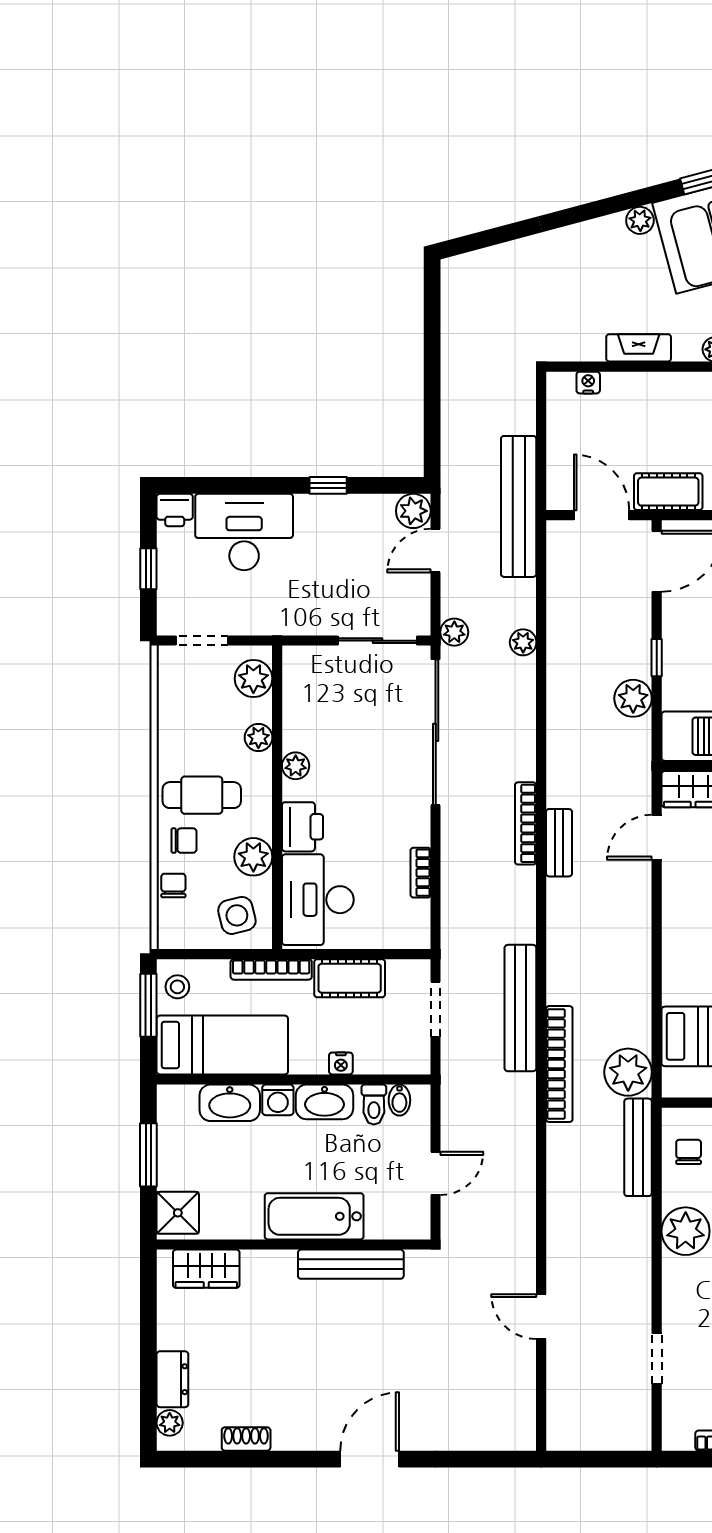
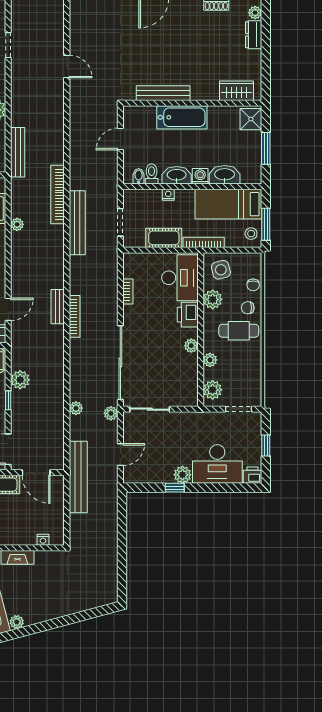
plant: (413, 511) -> (182, 475), moved
plant: (628, 1072) -> (17, 224), moved, width x0.53, depth x0.53

